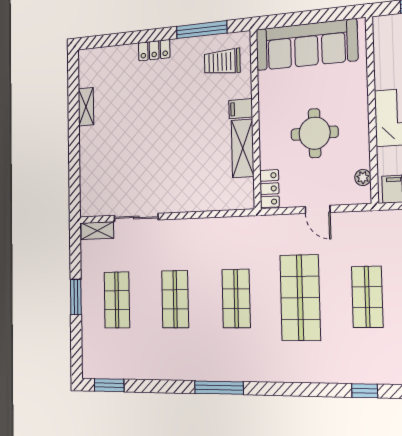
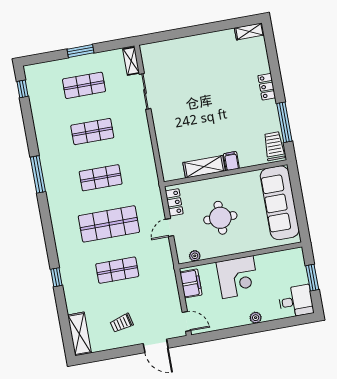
trolley: (222, 62) -> (274, 146), moved
shelving: (86, 107) -> (249, 31), moved
locker: (269, 189) -> (174, 202), moved, turned -90
window: (109, 385) -> (22, 89), width x0.67

